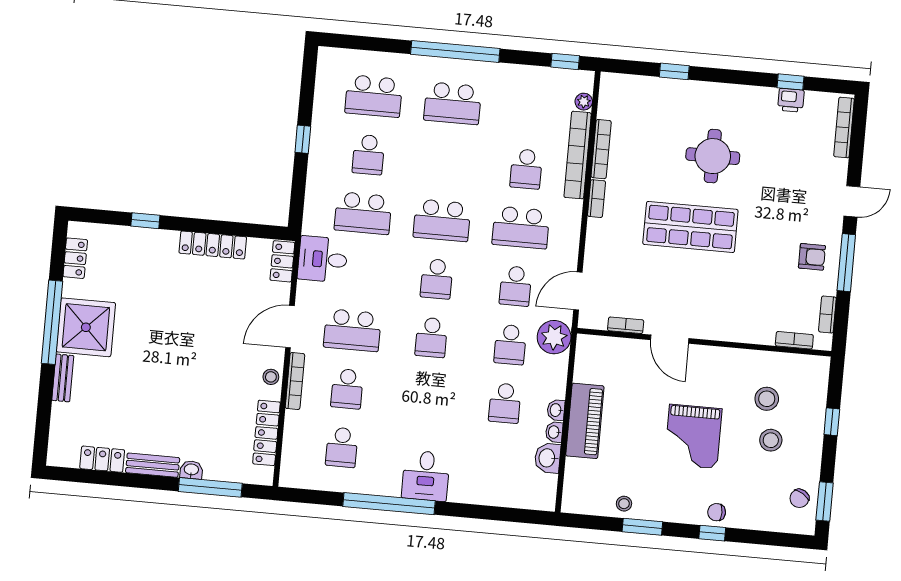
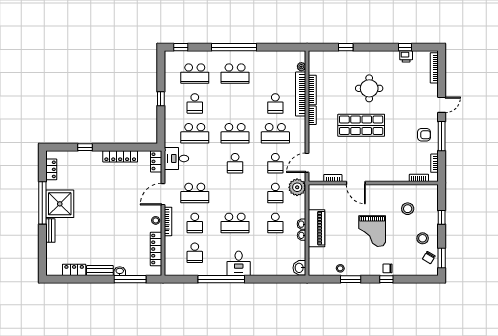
window: (565, 61) -> (181, 47), moved
school desk: (431, 337) -> (235, 223), moved, width x1.85
stool: (771, 440) -> (423, 238), moved
washbasin: (548, 458) -> (299, 268), moved

